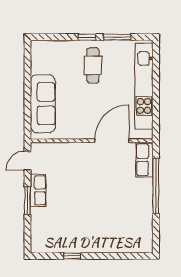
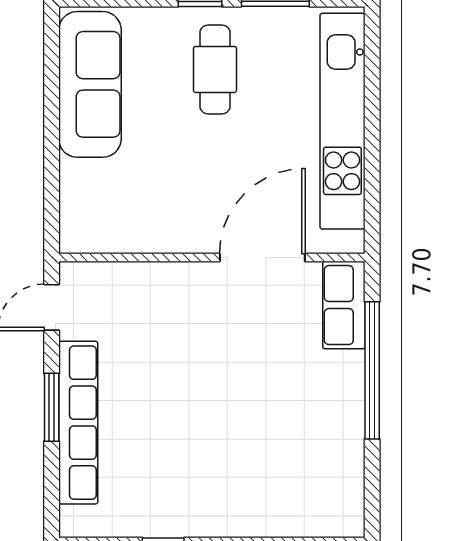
sofa: (43, 104) -> (90, 84), moved
row of seats: (38, 190) -> (78, 423), width x2.02

